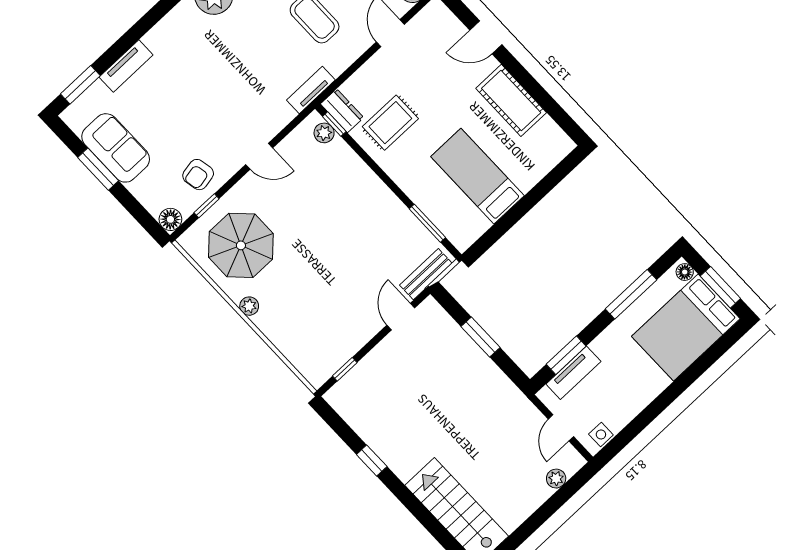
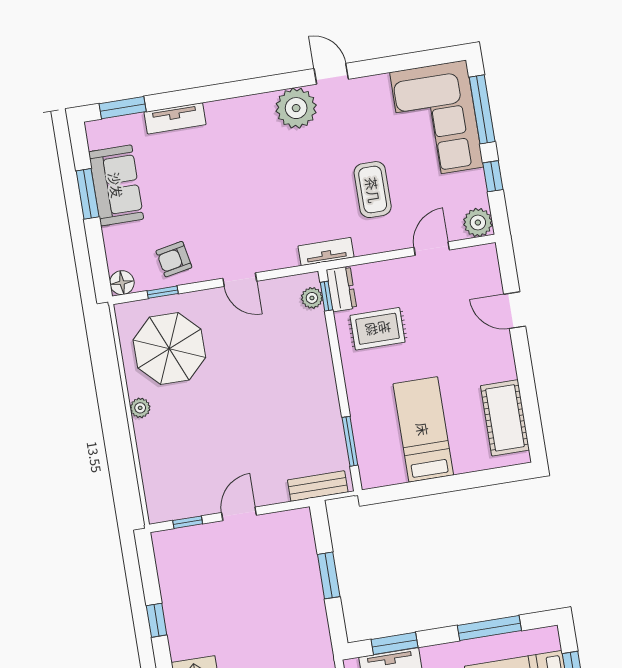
cot: (511, 100) -> (505, 418), moved
floor lamp: (685, 272) -> (551, 641), removed
door: (401, 317) -> (239, 514), moved

